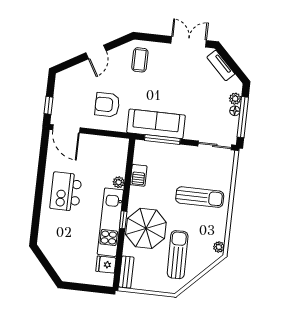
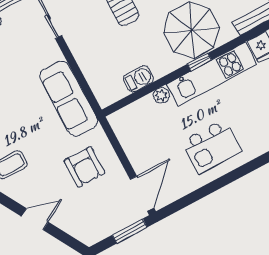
window: (49, 105) -> (130, 231), width x1.50
window: (162, 140) -> (81, 80), removed

